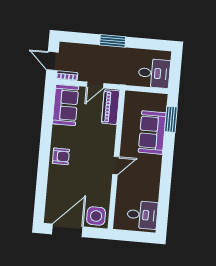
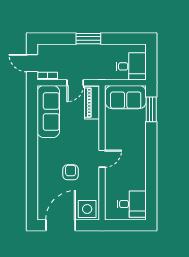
sofa: (65, 105) -> (48, 112), width x1.36
sofa: (152, 132) -> (126, 97), moved, turned -90
armchair: (61, 156) -> (71, 172), moved, turned -90

